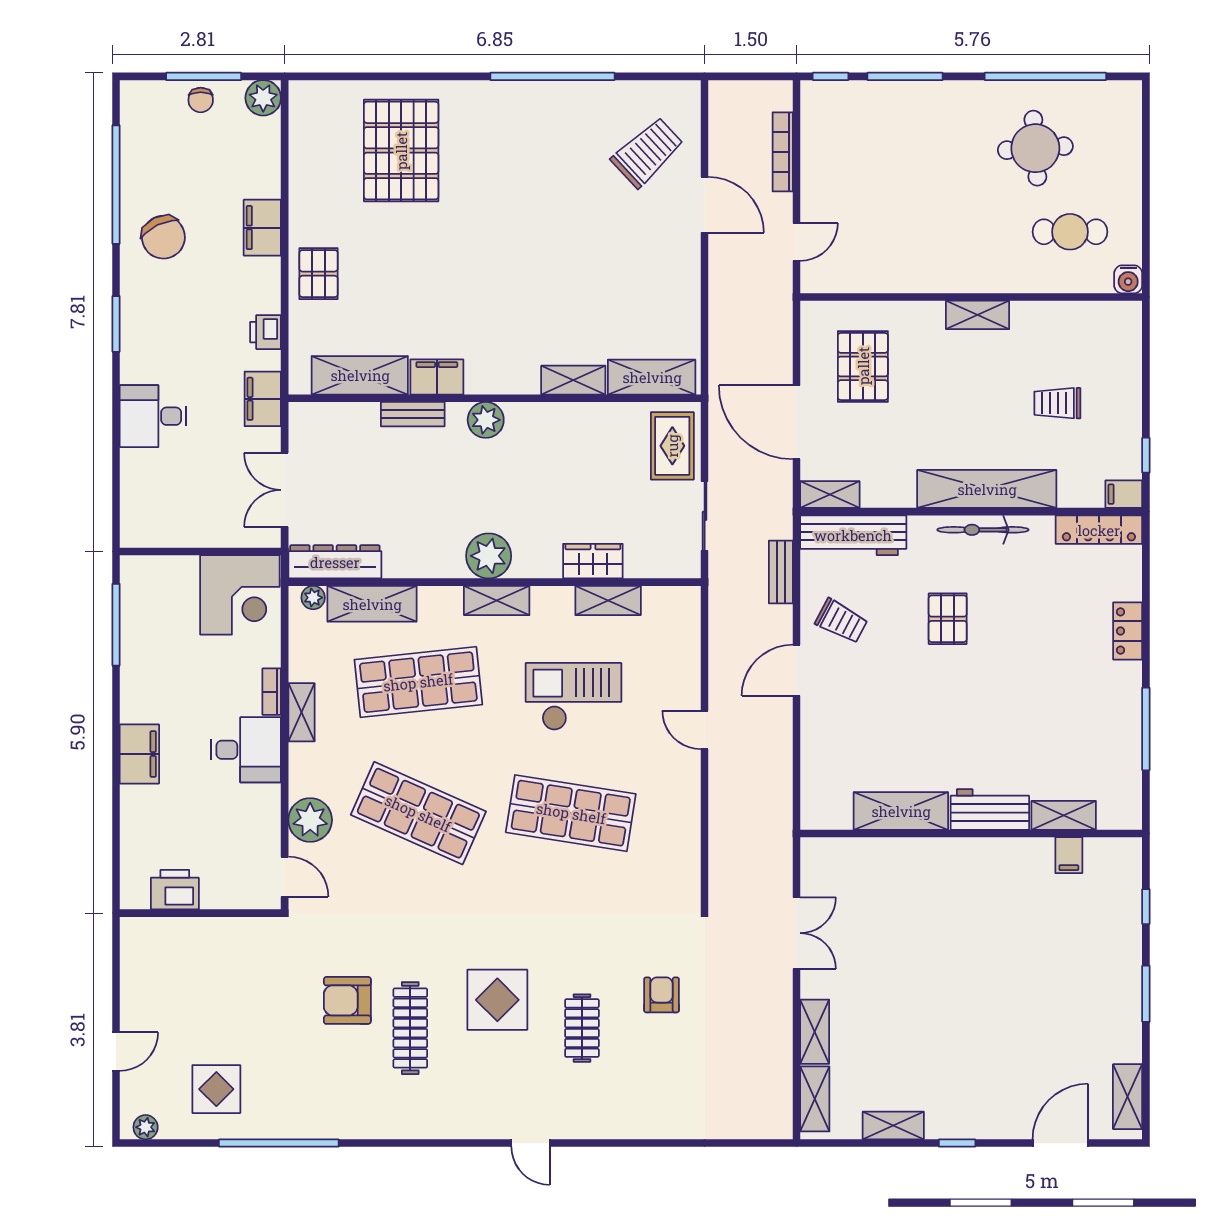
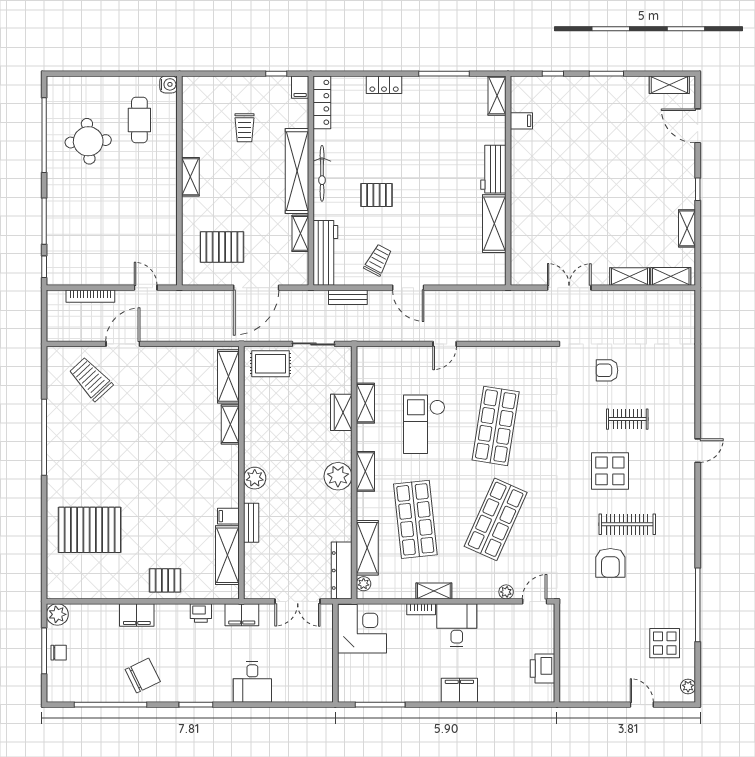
filing cabinet: (437, 377) -> (228, 516), width x0.50
shelving: (830, 495) -> (300, 233), moved
shelving: (1064, 815) -> (497, 96), moved
plant: (310, 820) -> (506, 592), width x0.53, depth x0.53

